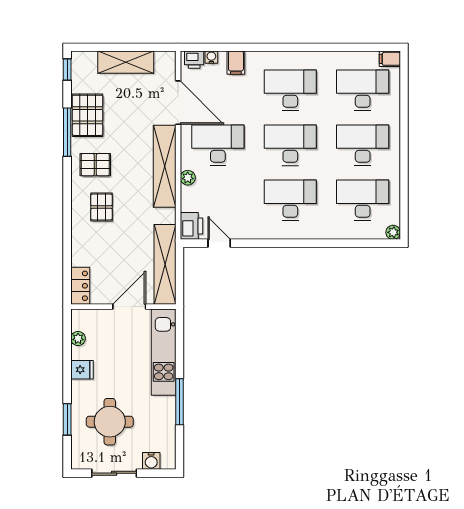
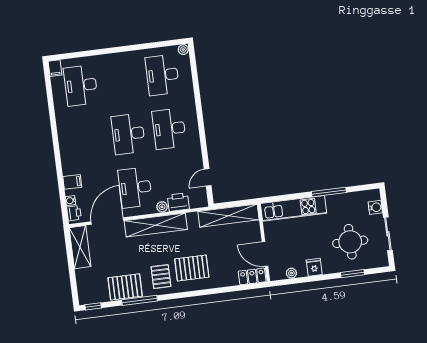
shelving: (126, 62) -> (80, 247), moved
desk: (290, 90) -> (88, 139), removed
desk: (363, 145) -> (122, 80), removed
pallet: (101, 207) -> (192, 268), width x1.50, depth x1.42
printer: (191, 226) -> (178, 202), moved
door: (129, 307) -> (265, 254), moved

